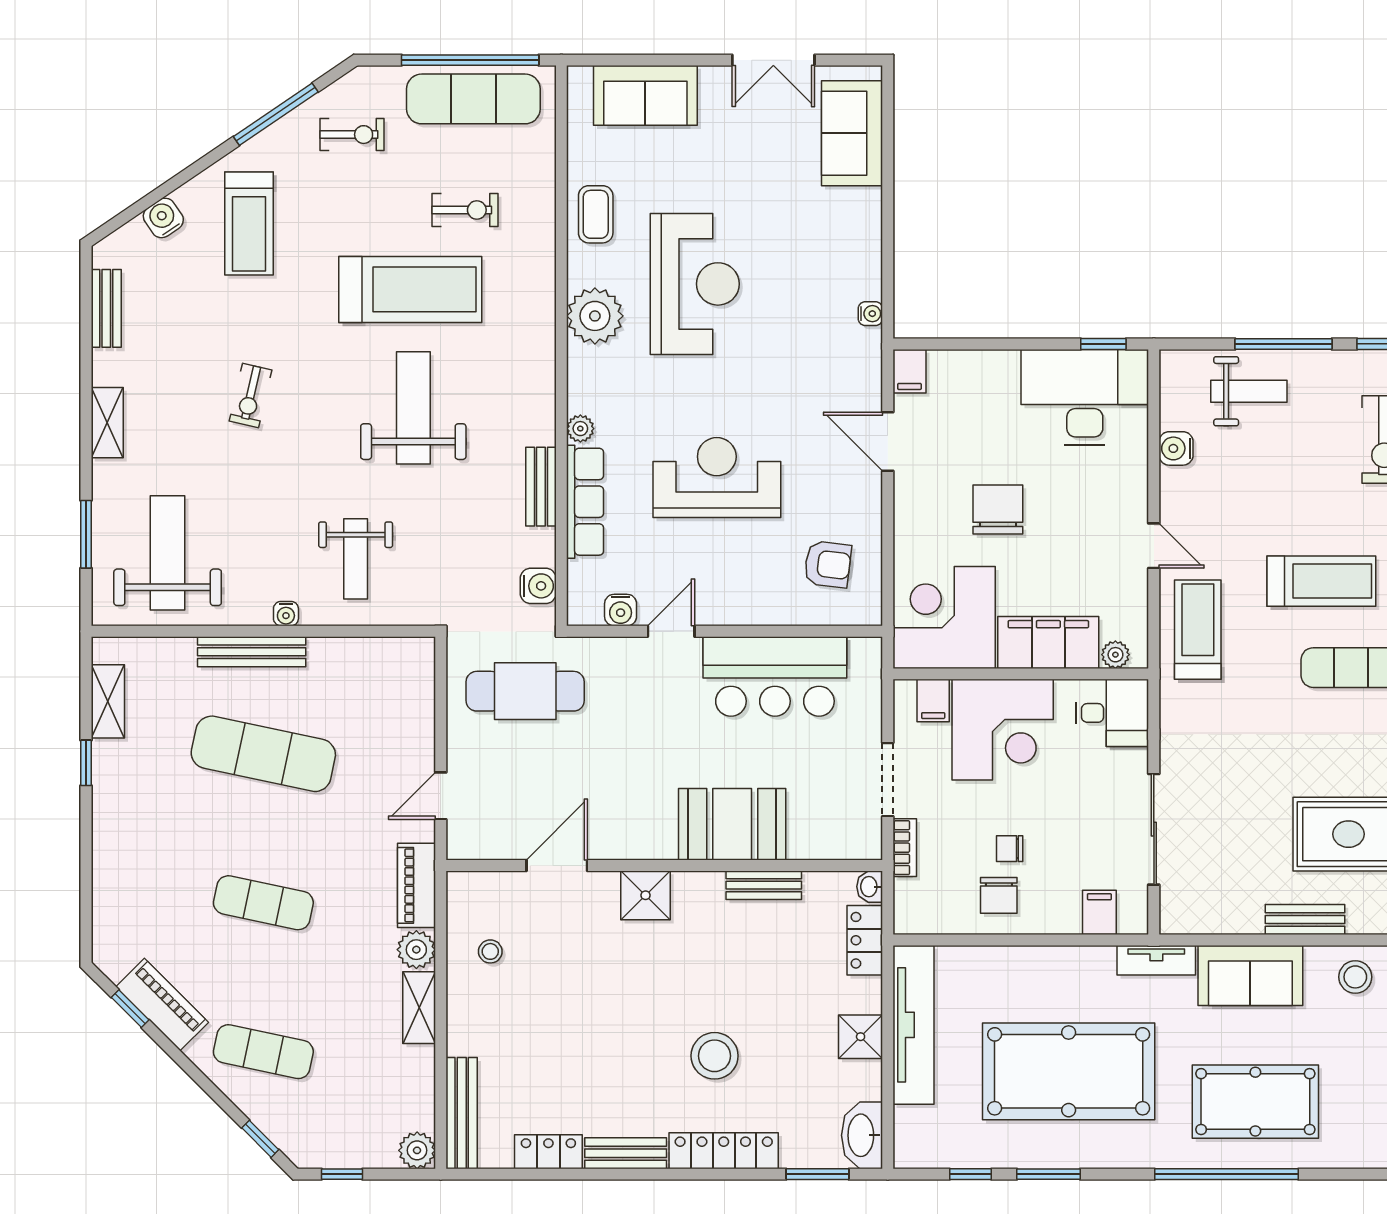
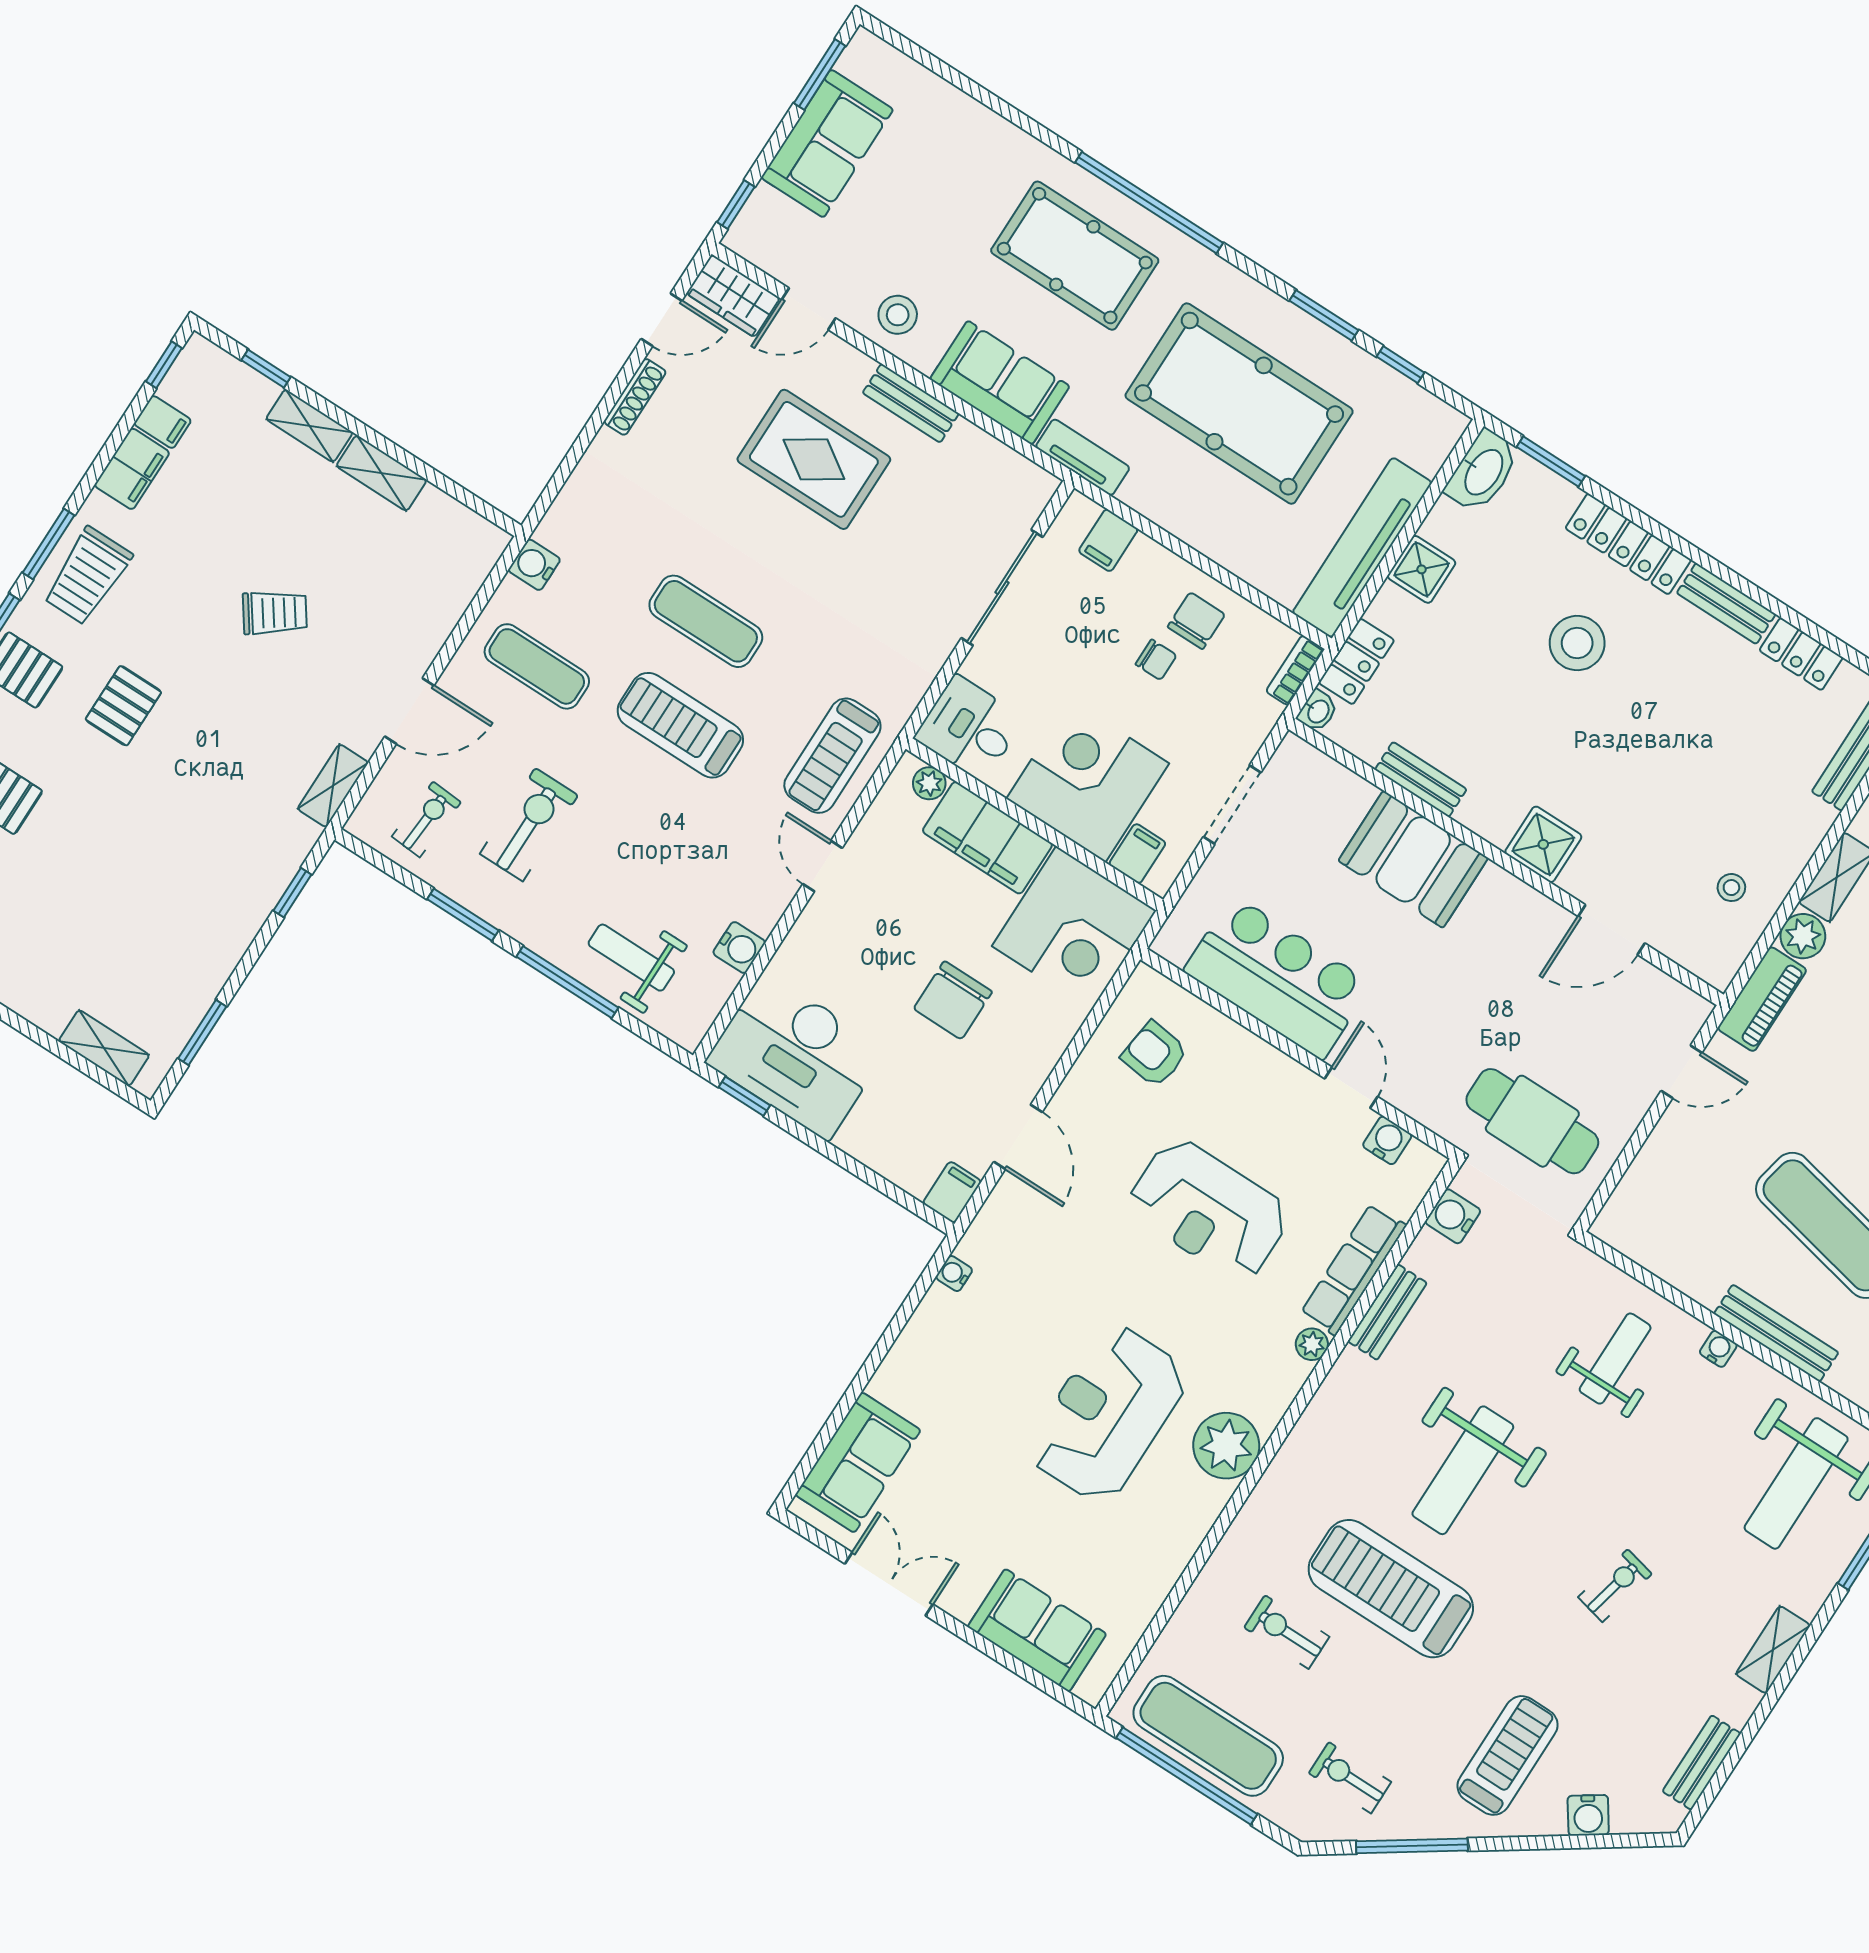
coffee table: (596, 214) -> (1161, 1545), removed
door: (671, 631) -> (1351, 1088), swing flipped
bookcase: (905, 848) -> (1295, 670), moved

